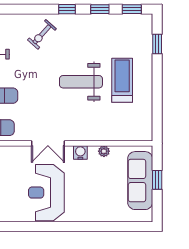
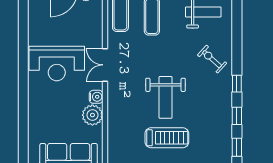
weight bench: (81, 82) -> (166, 97), turned 180
plant: (104, 151) -> (92, 115), width x1.88, depth x1.88
reception desk: (46, 193) -> (57, 63), turned 180

